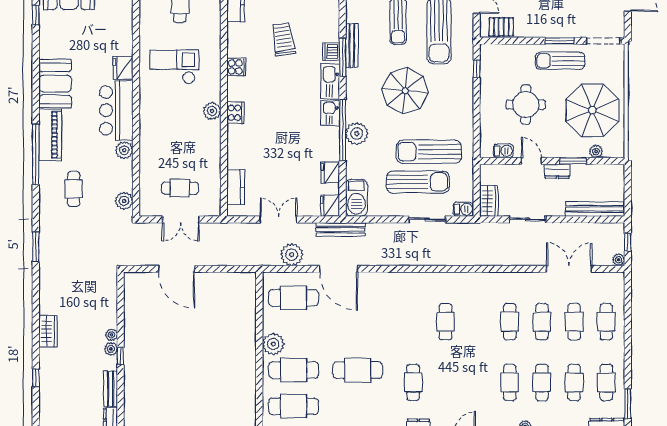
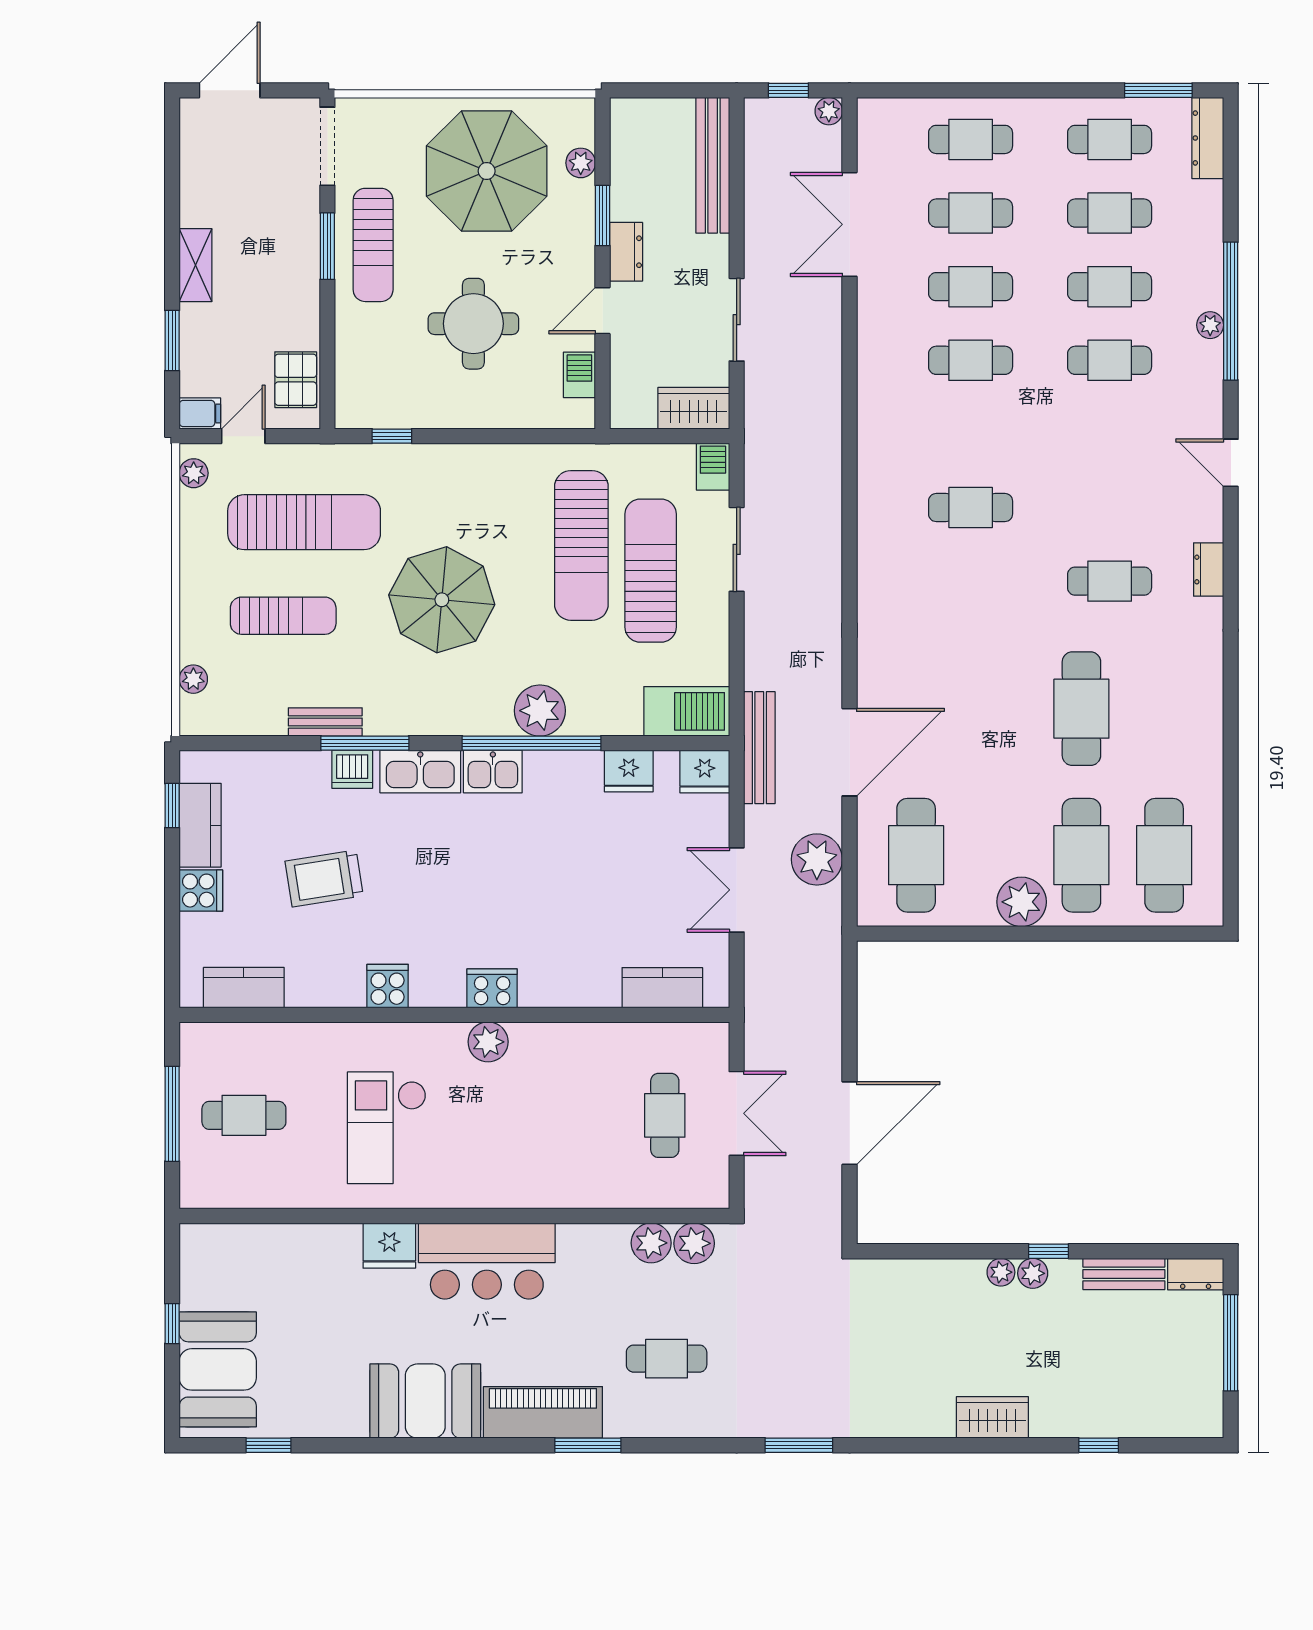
bench: (352, 46) -> (325, 722), width x0.73
plant: (124, 150) -> (651, 1243), moved
window: (36, 155) -> (588, 1445), width x0.47

